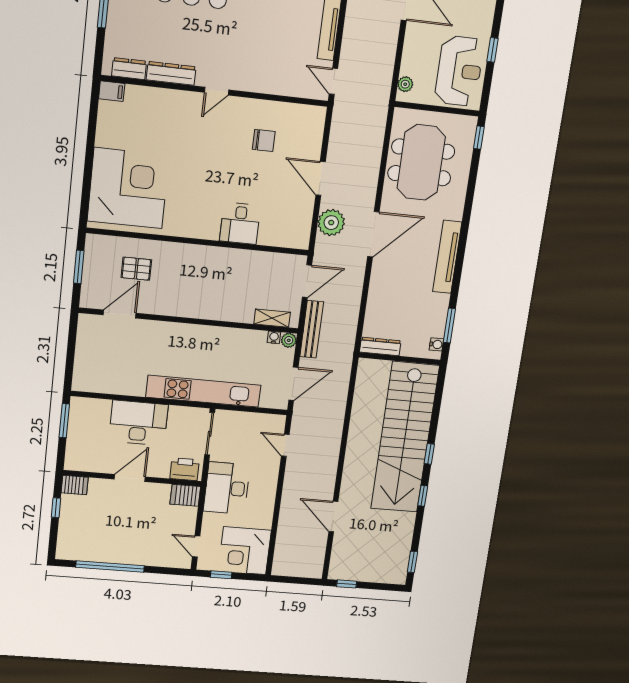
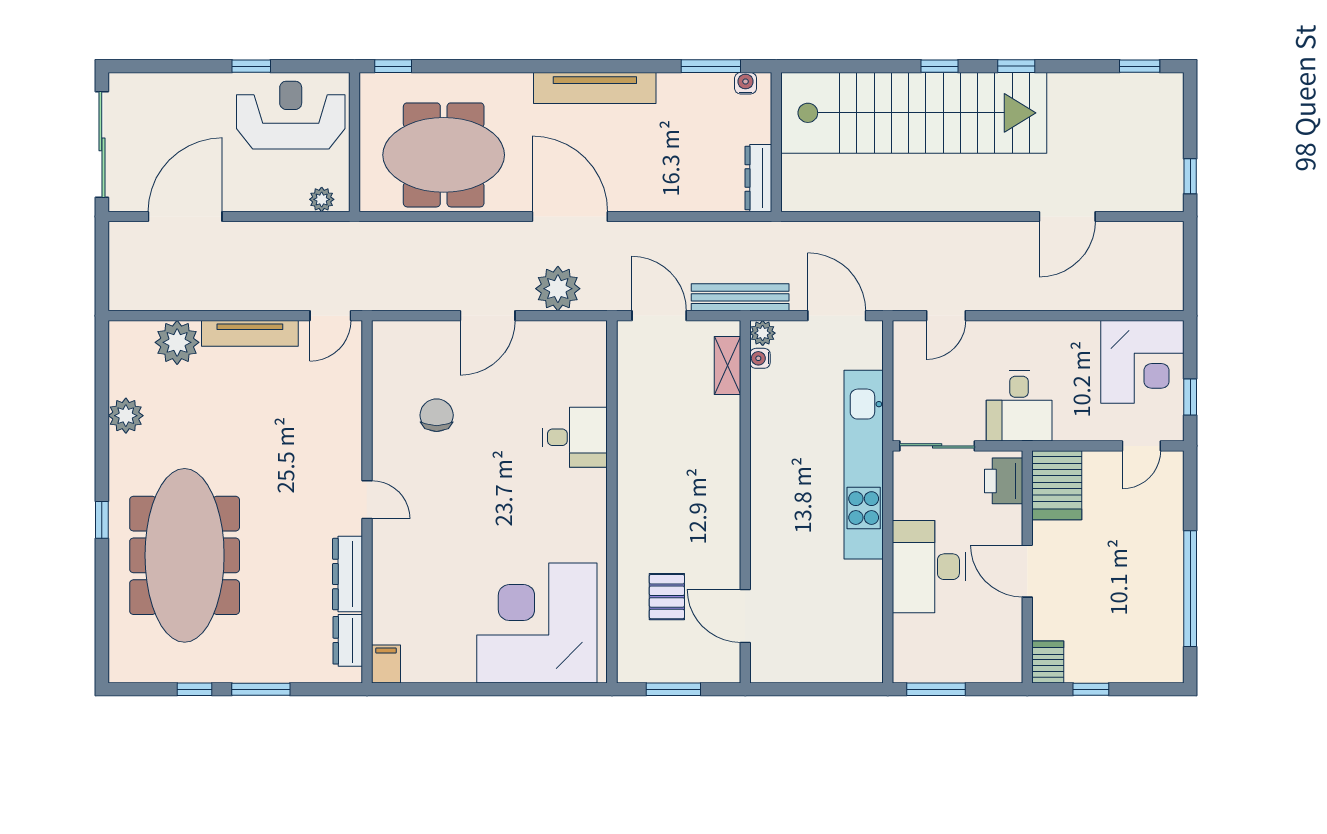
desk: (227, 488) -> (1019, 406), width x0.73
server rack: (185, 495) -> (1057, 485), width x1.36, depth x1.44

